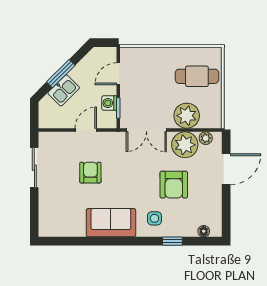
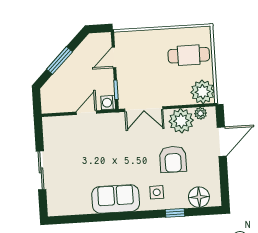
kitchen sink: (64, 90) -> (63, 76), removed
washing machine: (109, 103) -> (108, 103), moved
plant: (187, 116) -> (203, 92), moved
sliding door: (34, 168) -> (41, 170), moved
armchair: (90, 173) -> (93, 153), removed
floor lamp: (204, 231) -> (199, 197), width x1.89, depth x1.89

